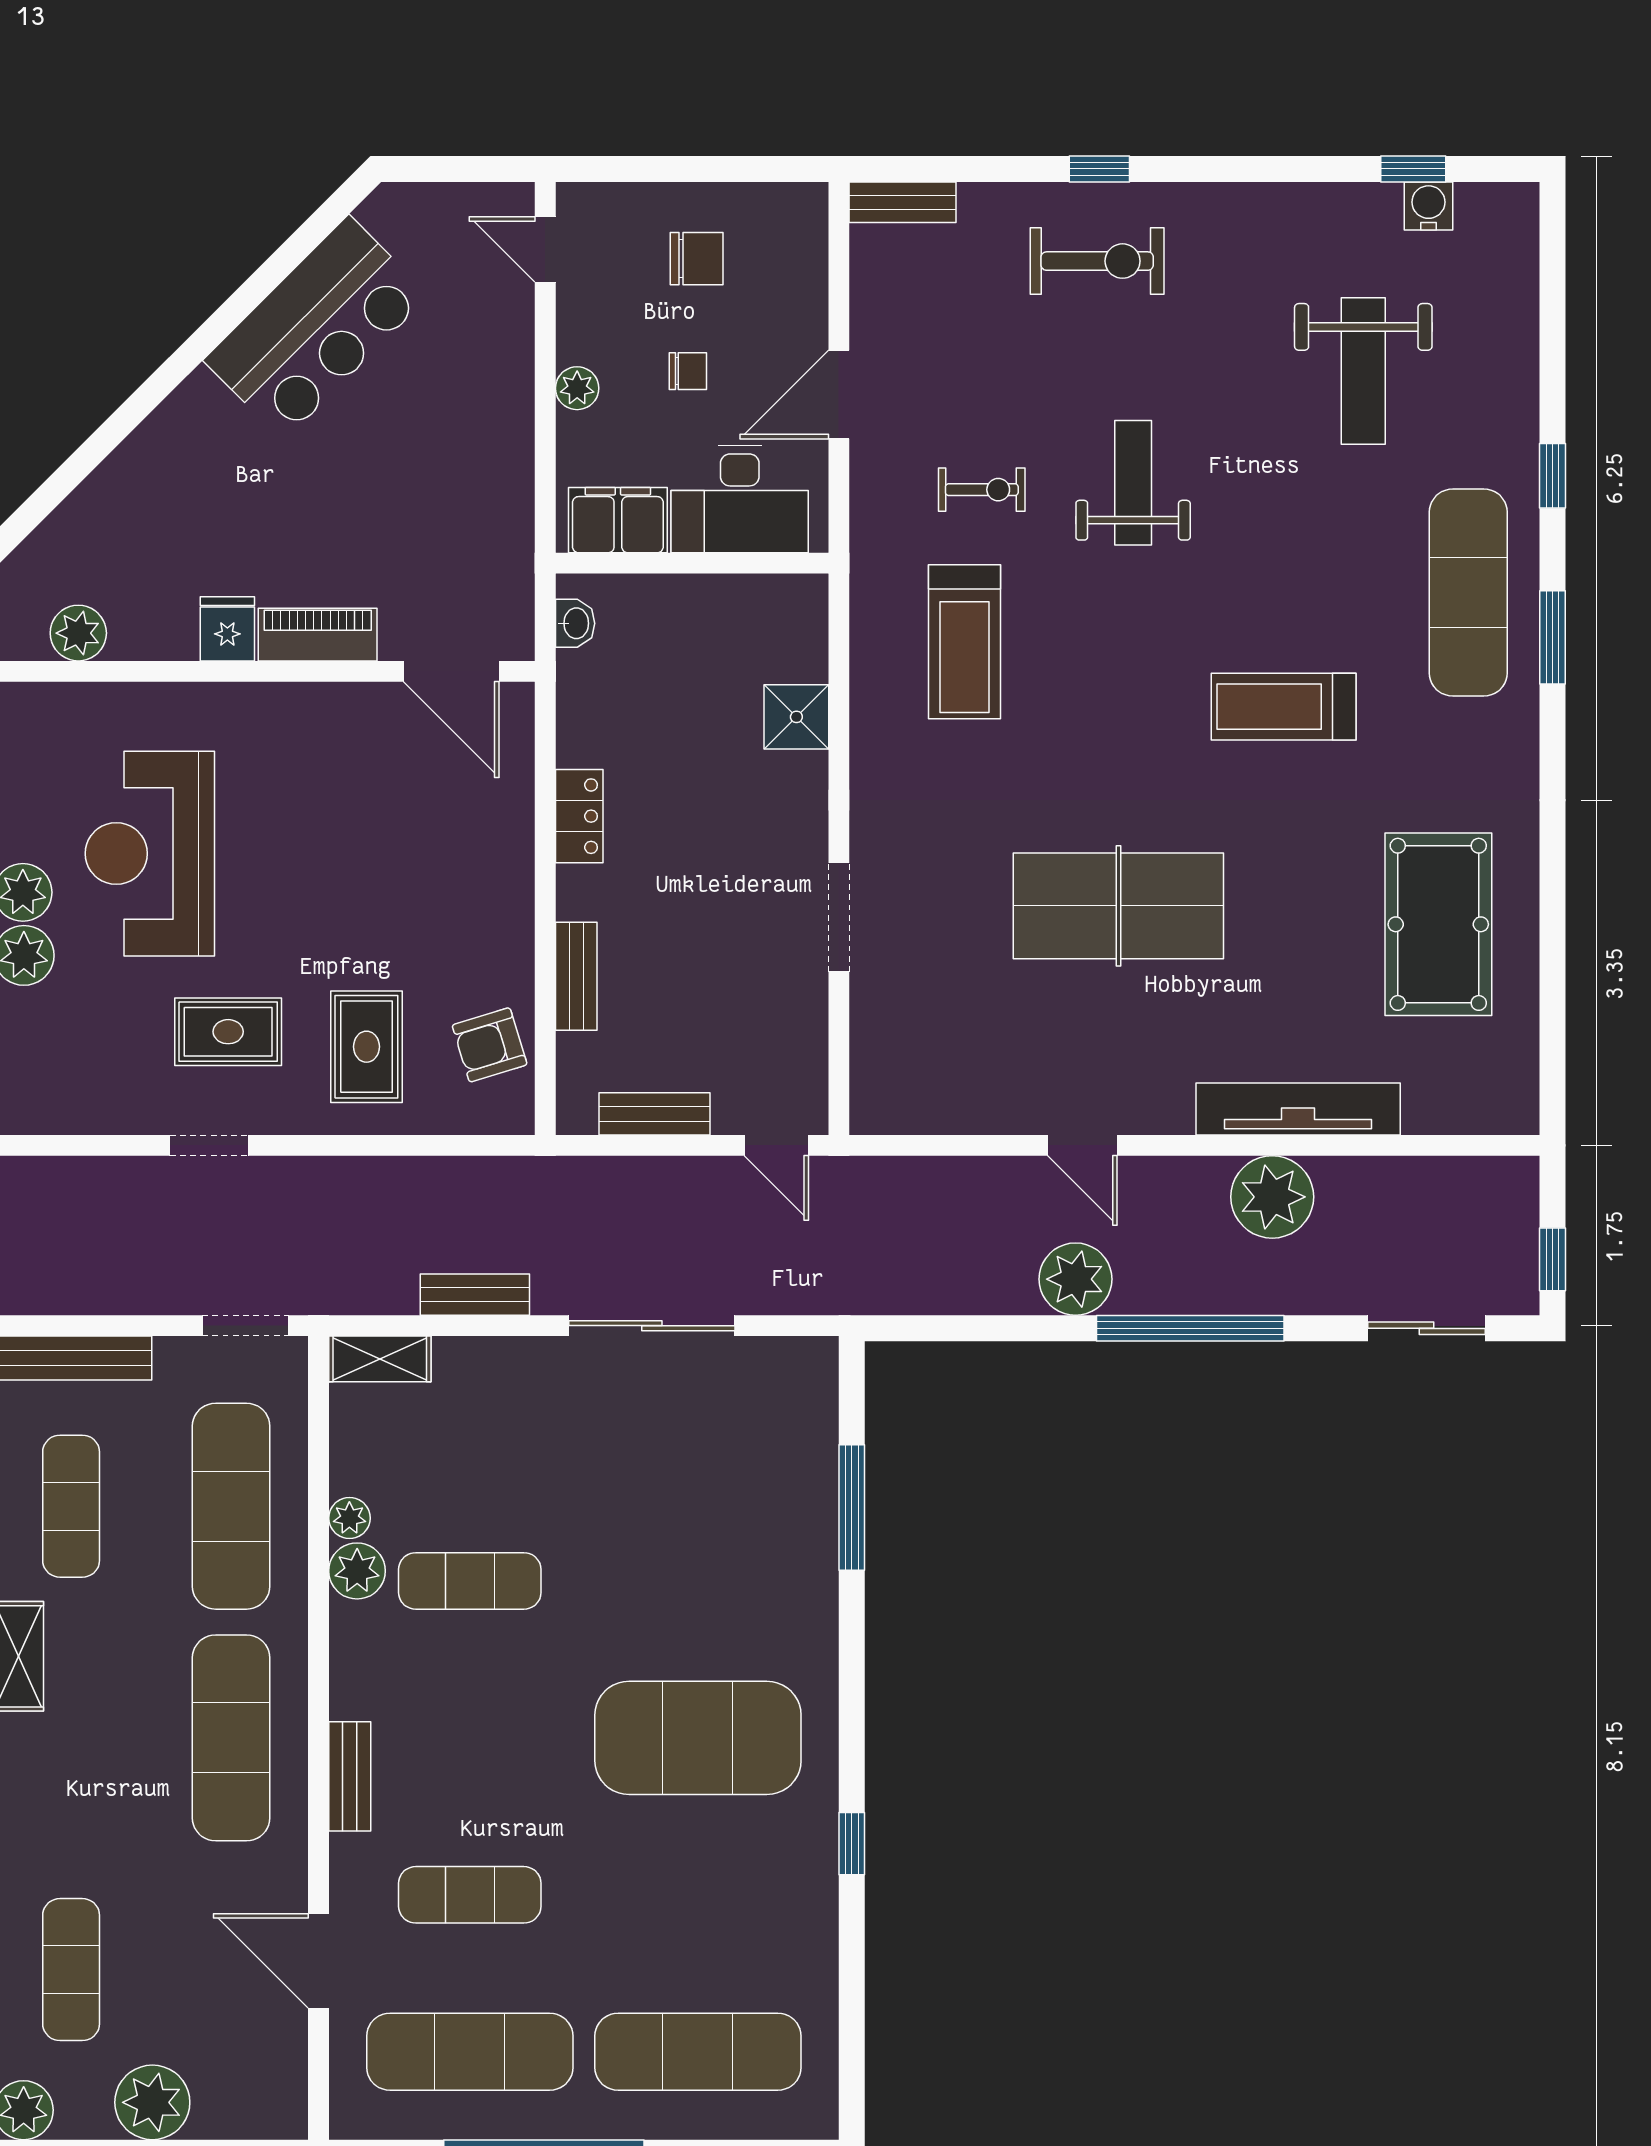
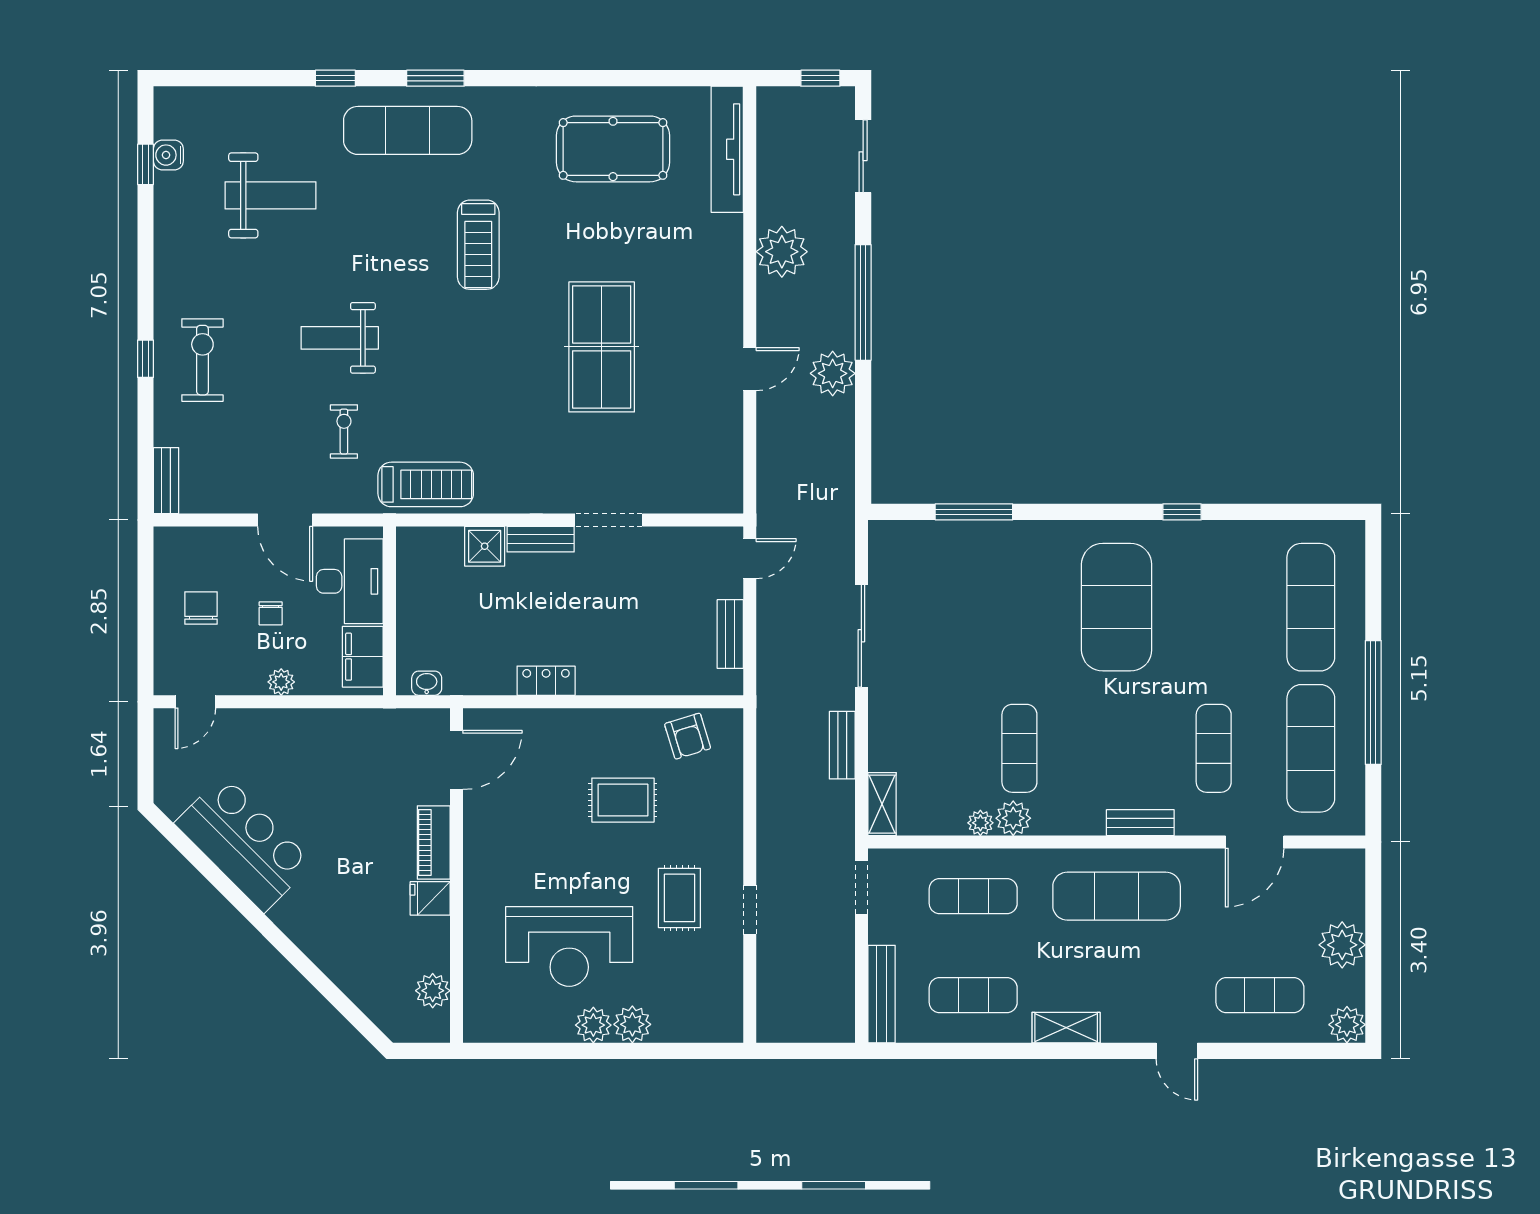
chair: (688, 371) -> (271, 613), turned 180
treadmill: (965, 642) -> (426, 484), moved
bench: (576, 976) -> (541, 539), moved
rug: (366, 1047) -> (623, 800), moved
tv unit: (1298, 1109) -> (727, 149), moved
exercise mat: (231, 1506) -> (973, 896), width x0.73, depth x0.69

